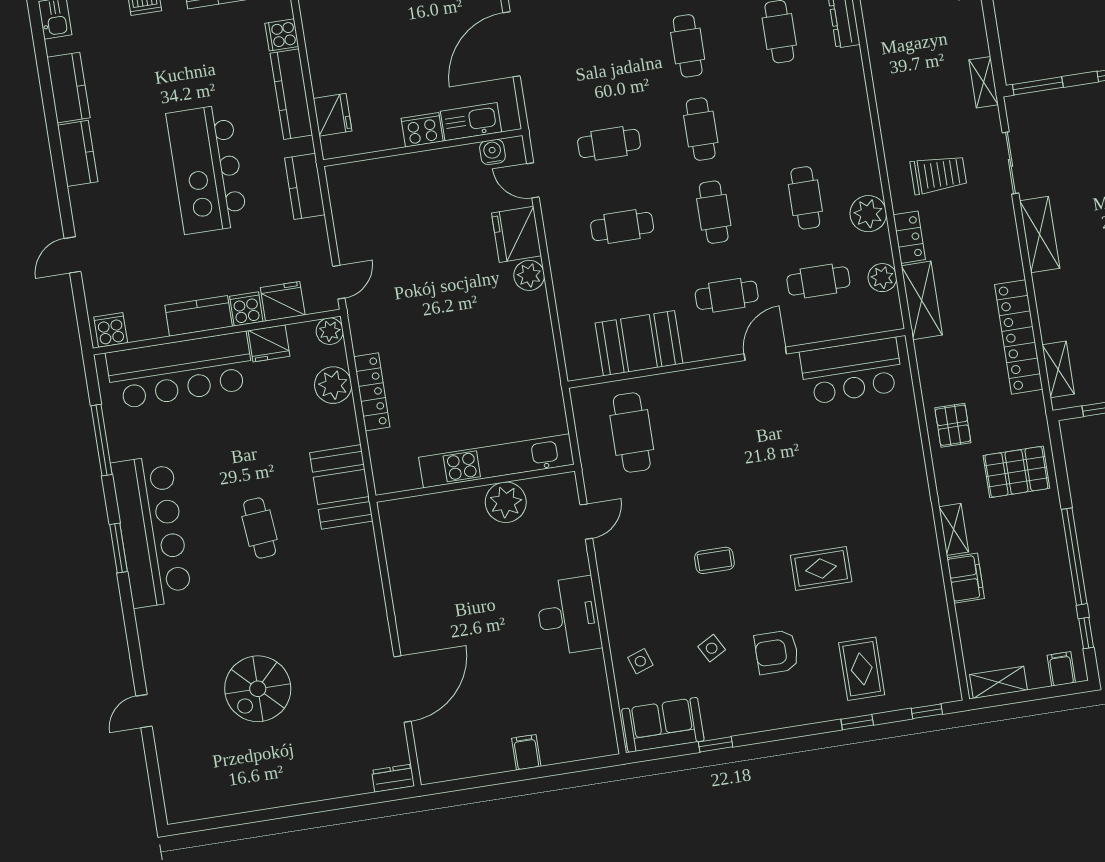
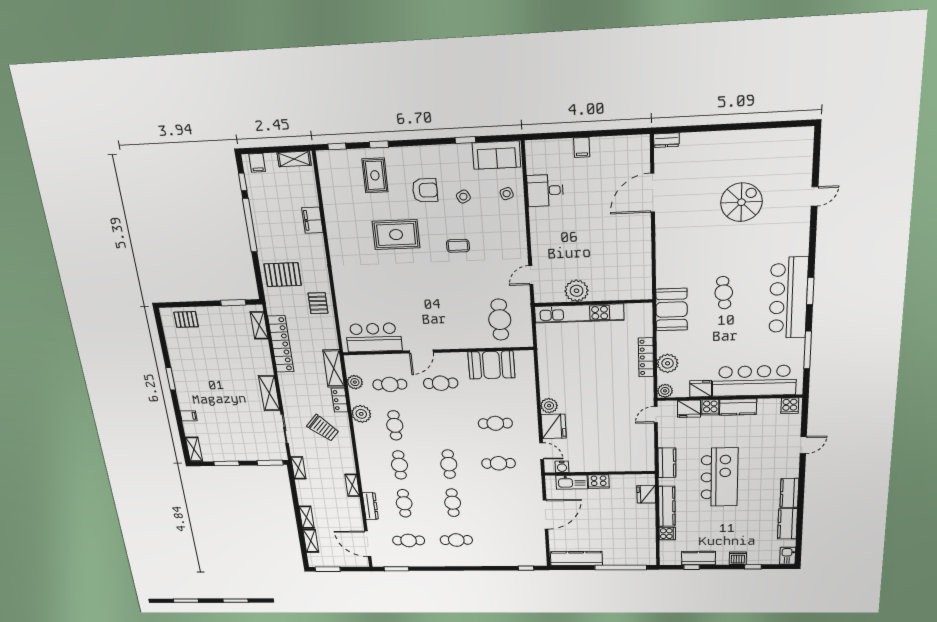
trolley: (938, 174) -> (323, 428), turned -139
cafe table: (714, 212) -> (400, 465), moved
shelving: (954, 529) -> (352, 485), moved
rug: (821, 568) -> (396, 235), width x1.36, depth x1.43
desk: (568, 616) -> (545, 190), moved, width x0.73

